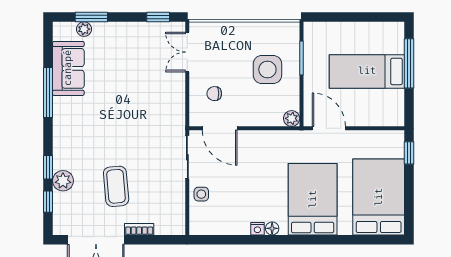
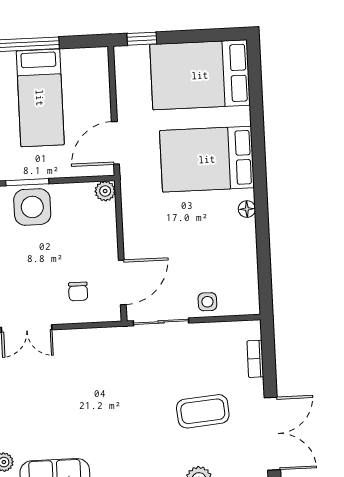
side table: (267, 69) -> (32, 207), moved
bookcase: (139, 229) -> (255, 359), moved
nightstand: (257, 229) -> (248, 228), removed

